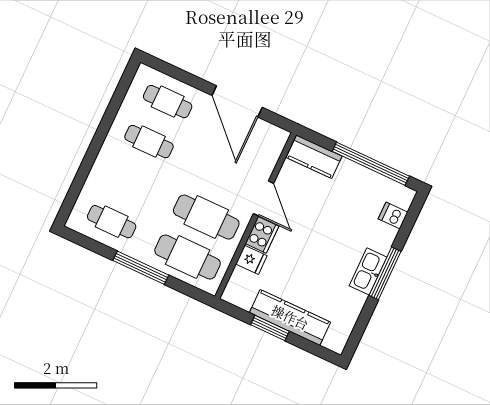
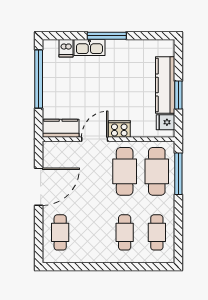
cafe table: (149, 142) -> (125, 232), moved
kitchen counter: (314, 157) -> (61, 128), moved, turned -90
fridge: (251, 260) -> (166, 122), moved, turned -90
window: (141, 268) -> (178, 174), moved
kitchen sink: (368, 271) -> (89, 48), moved

